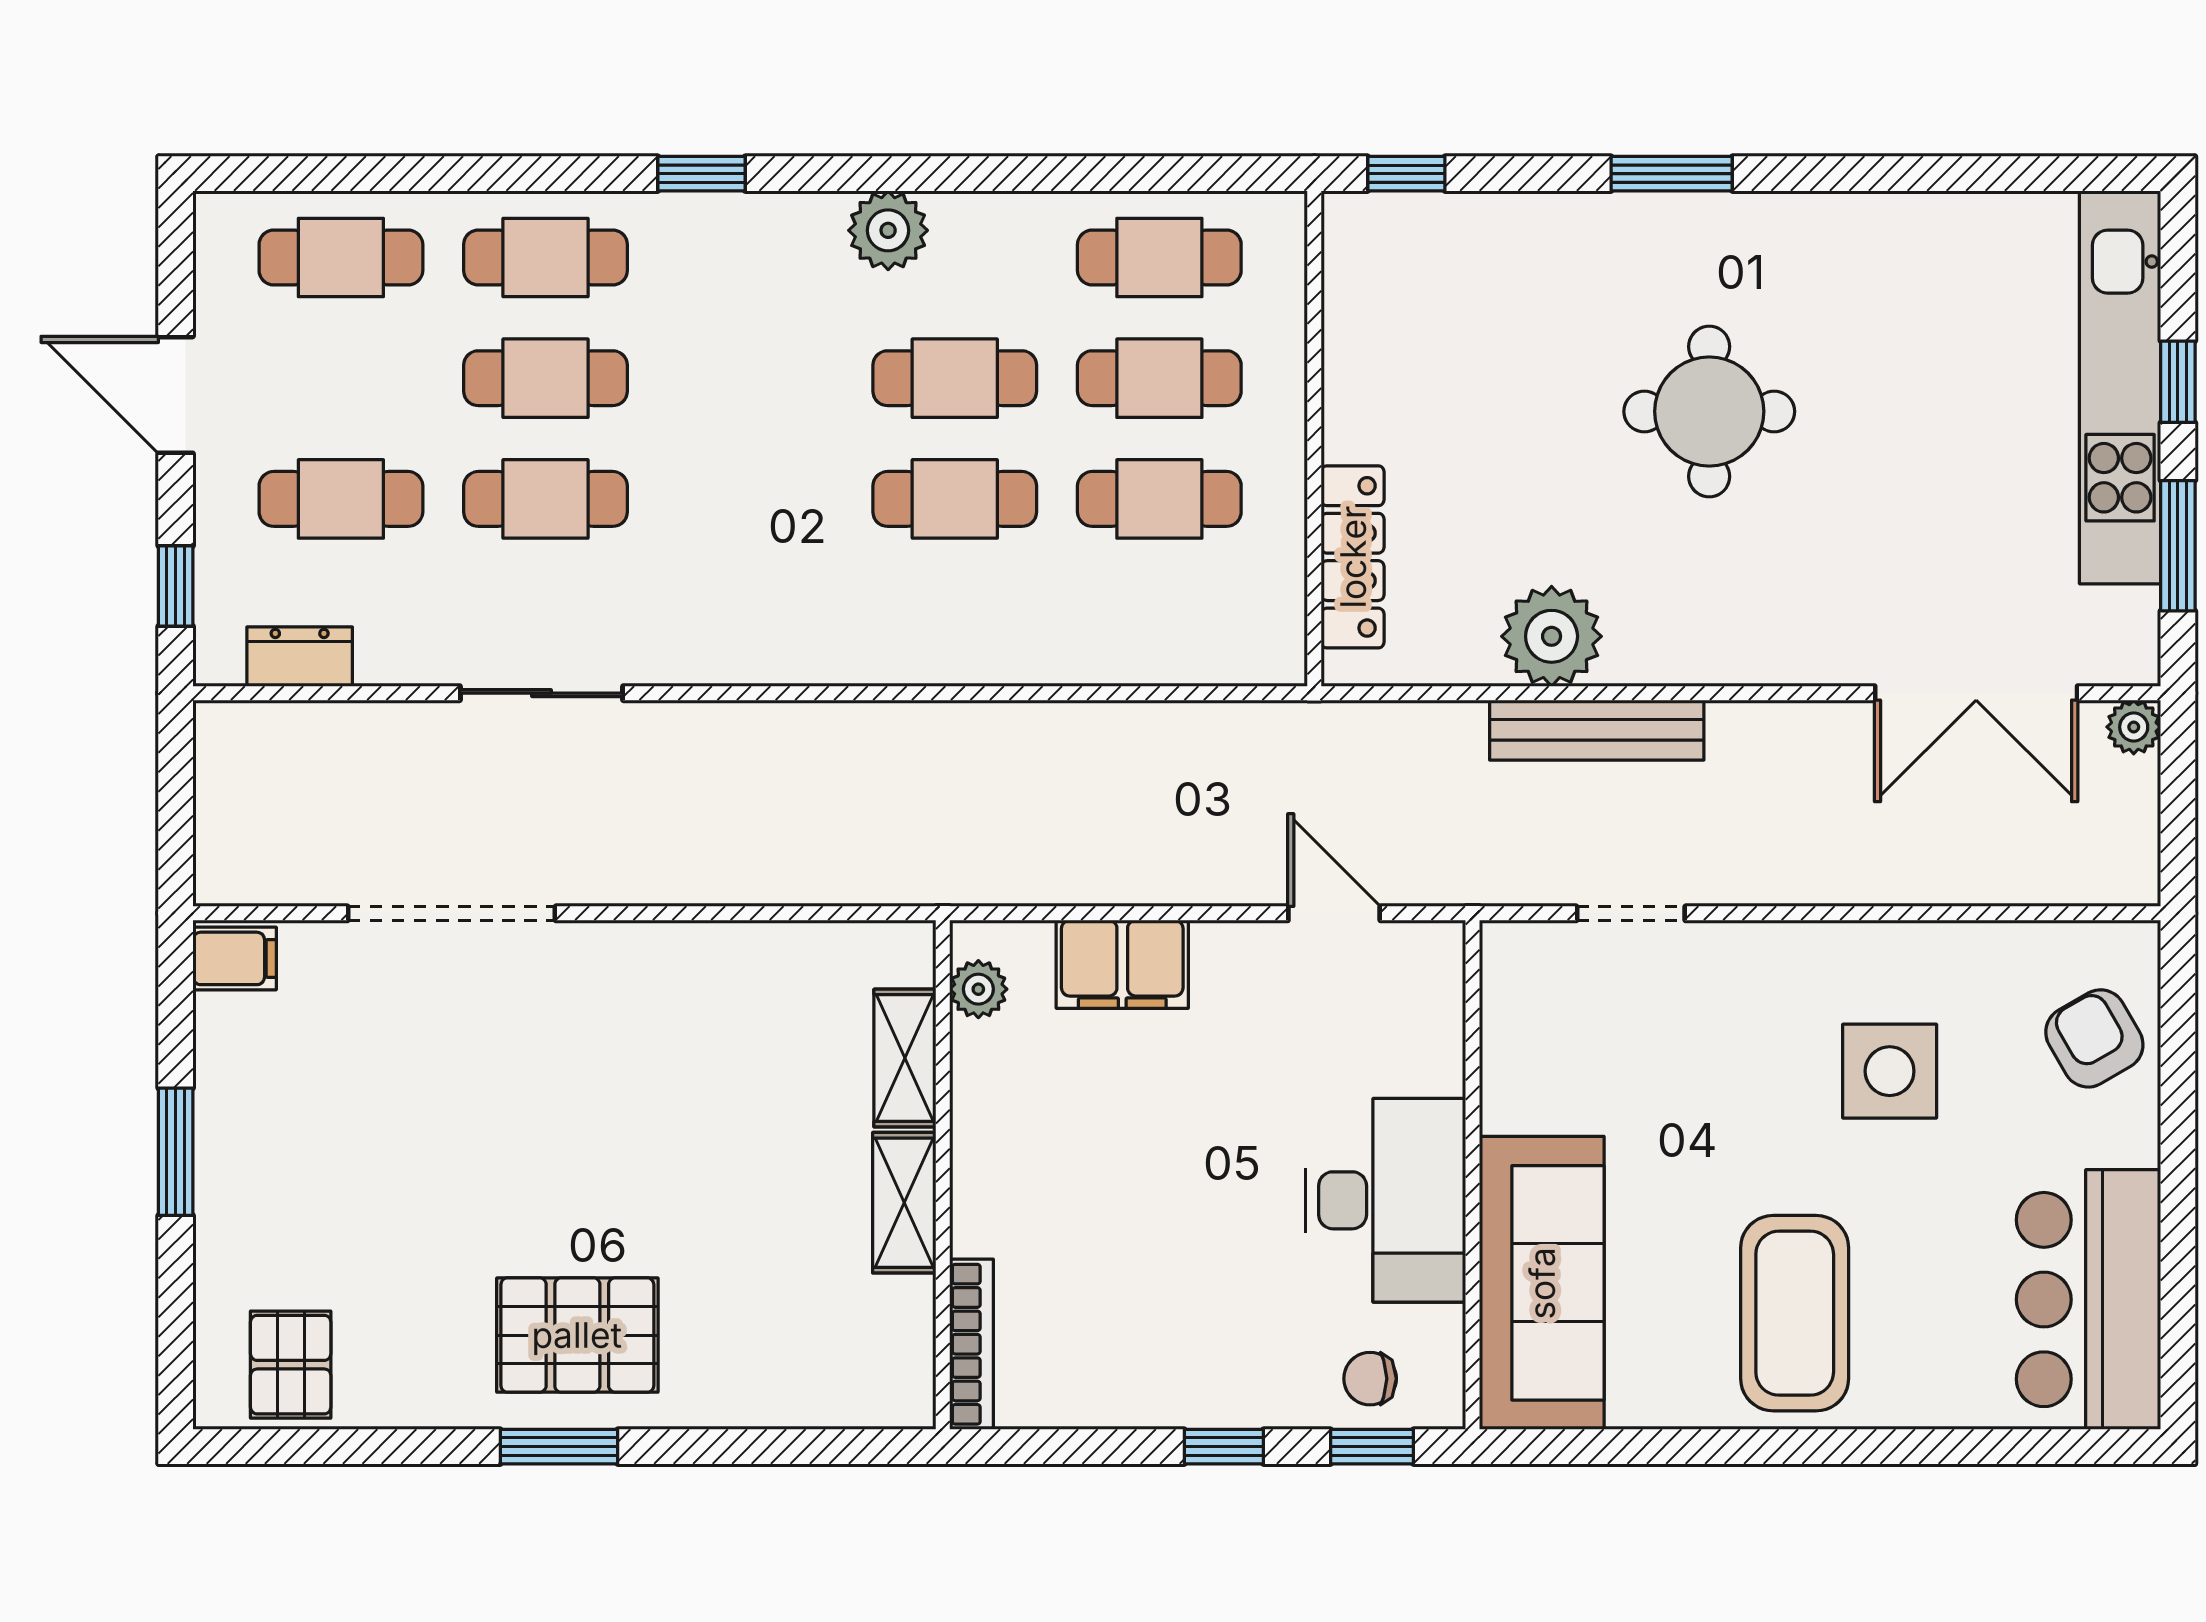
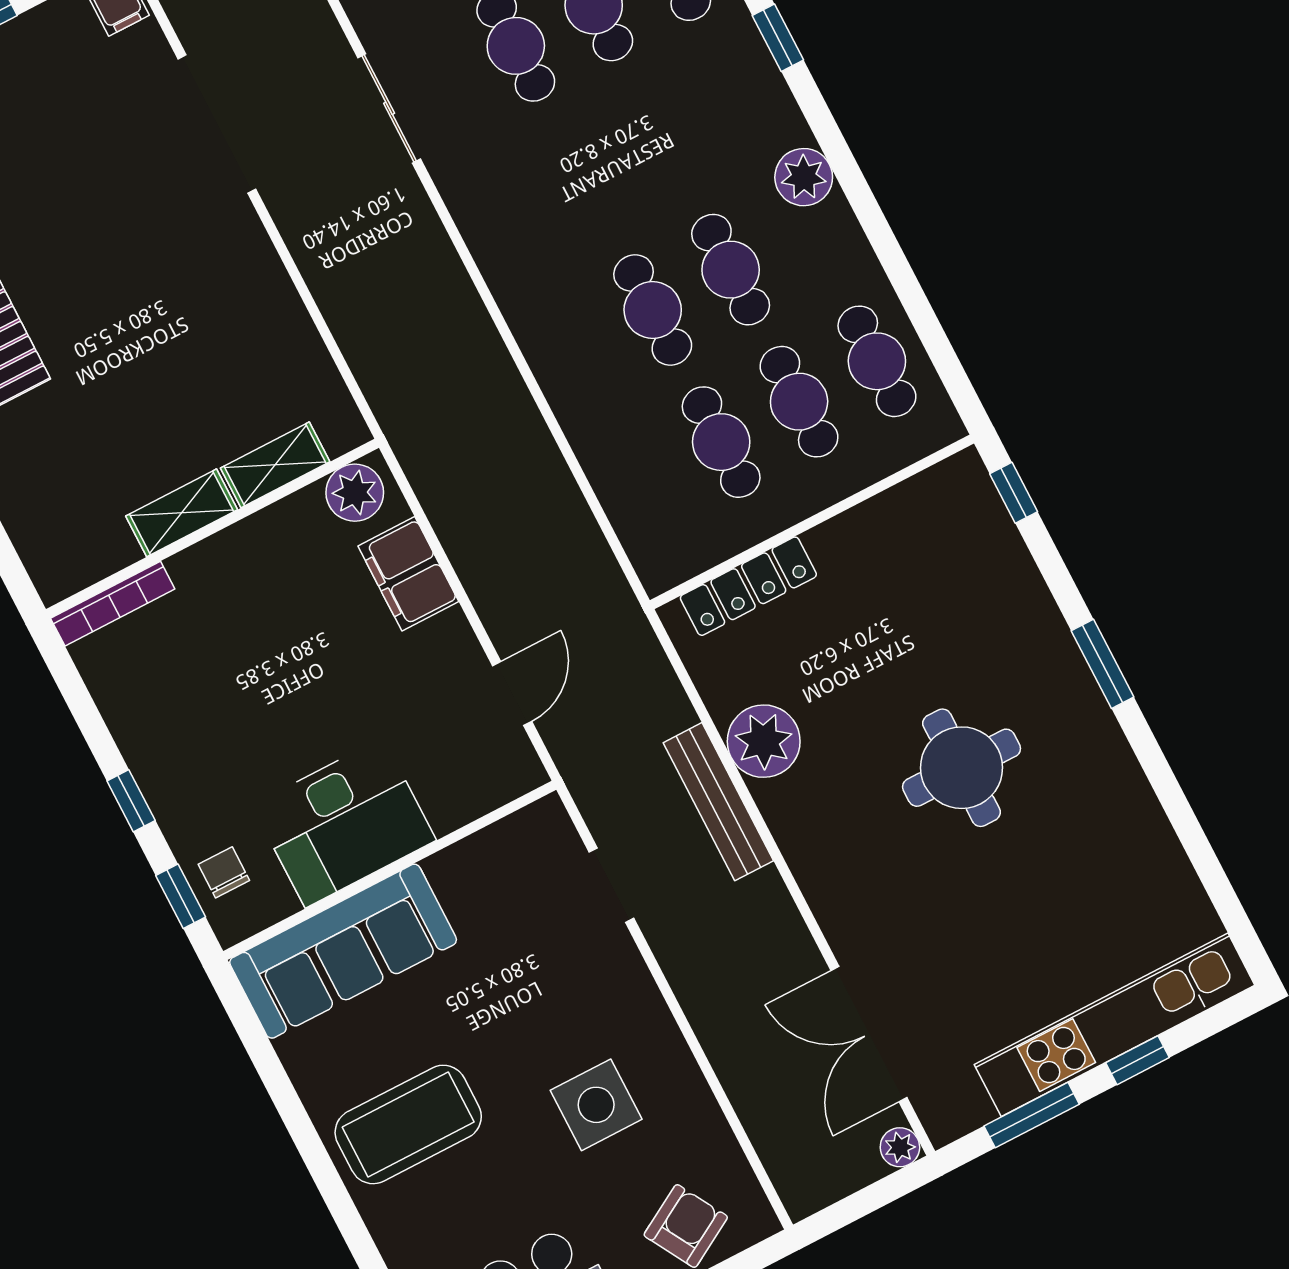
plant: (978, 989) -> (355, 493), width x1.38, depth x1.38

